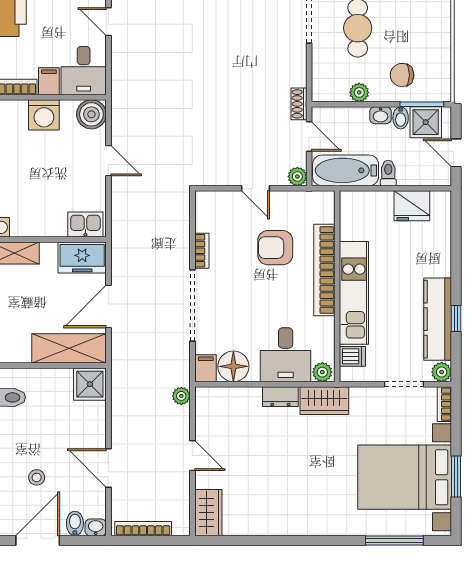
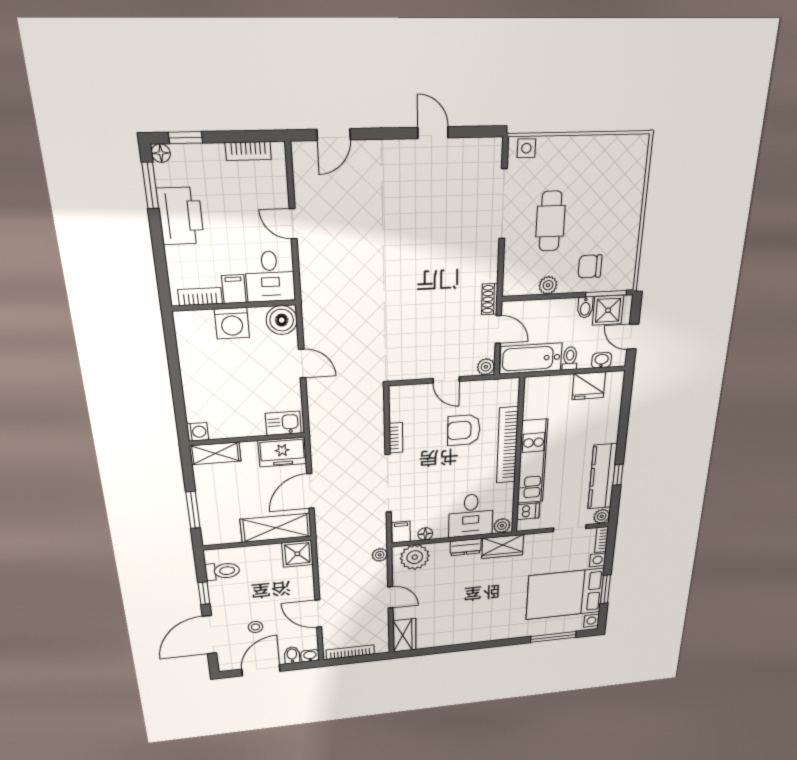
washbasin: (380, 115) -> (602, 360), moved, turned 180
floor lamp: (233, 366) -> (425, 534), width x0.53, depth x0.53
plant: (221, 403) -> (415, 557), added

